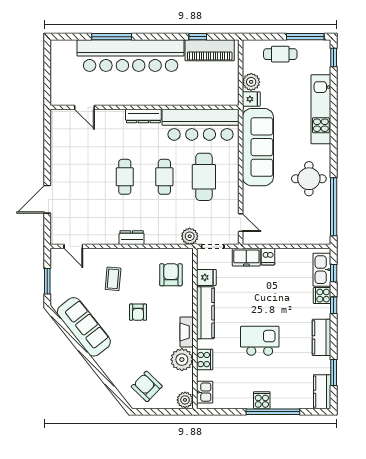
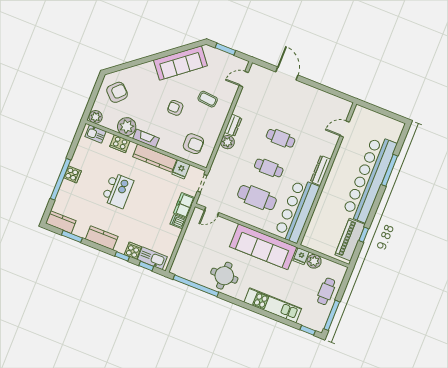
plant: (190, 236) -> (227, 142), moved

